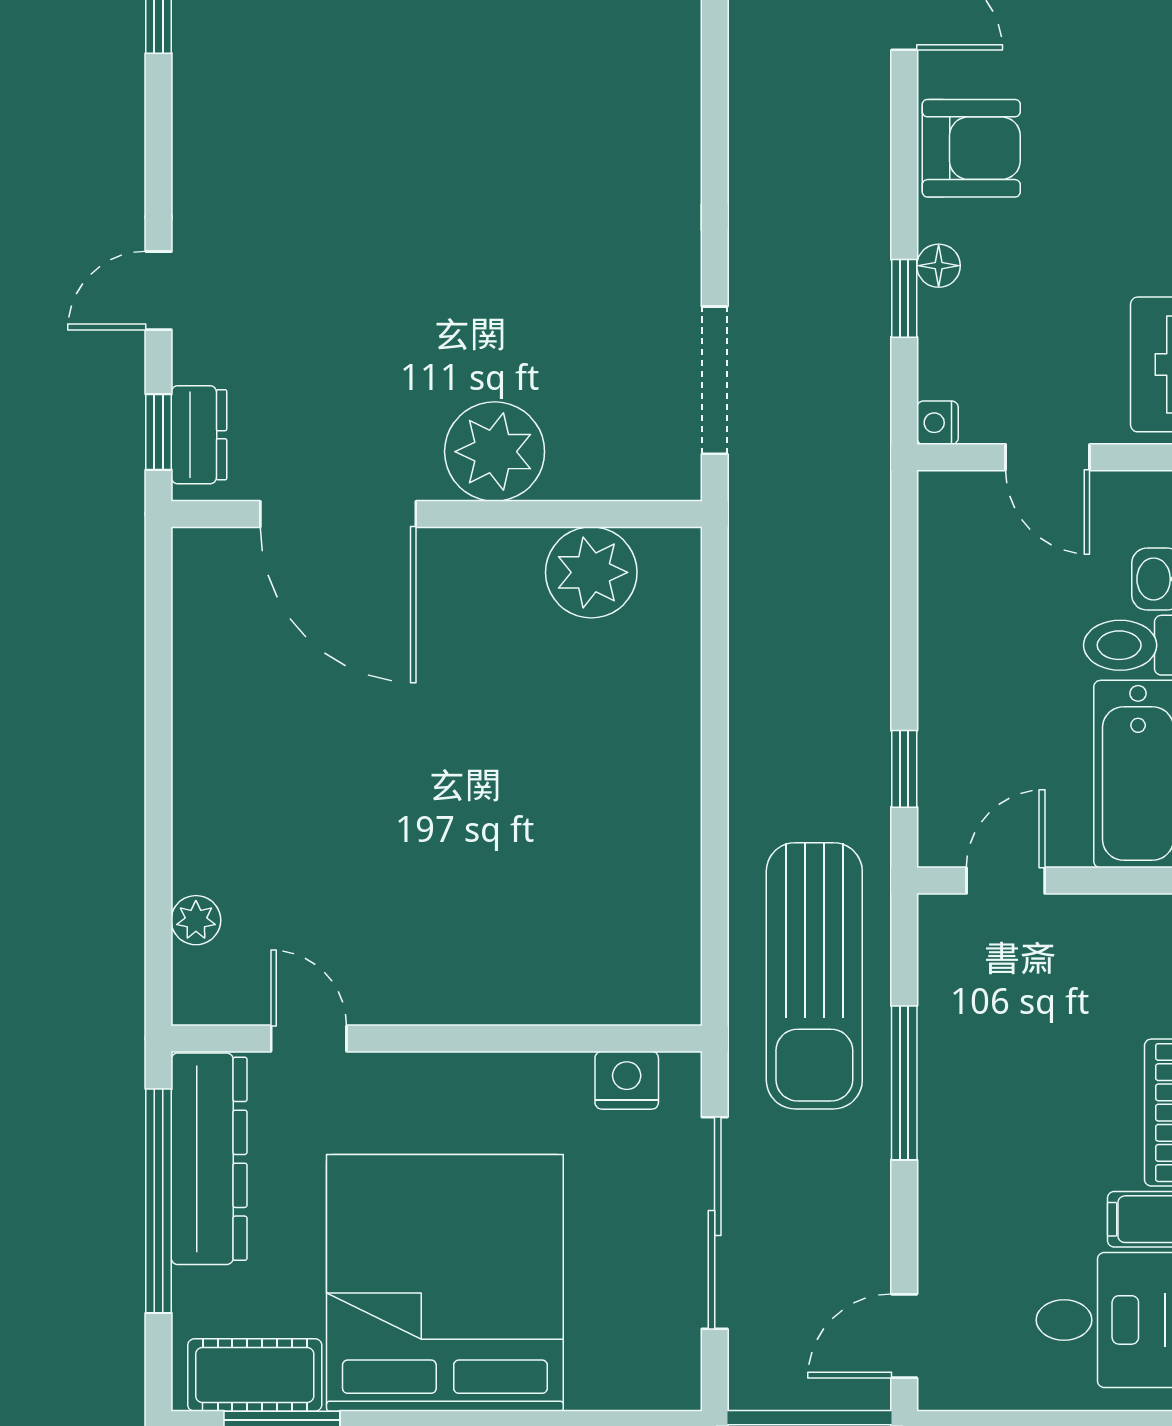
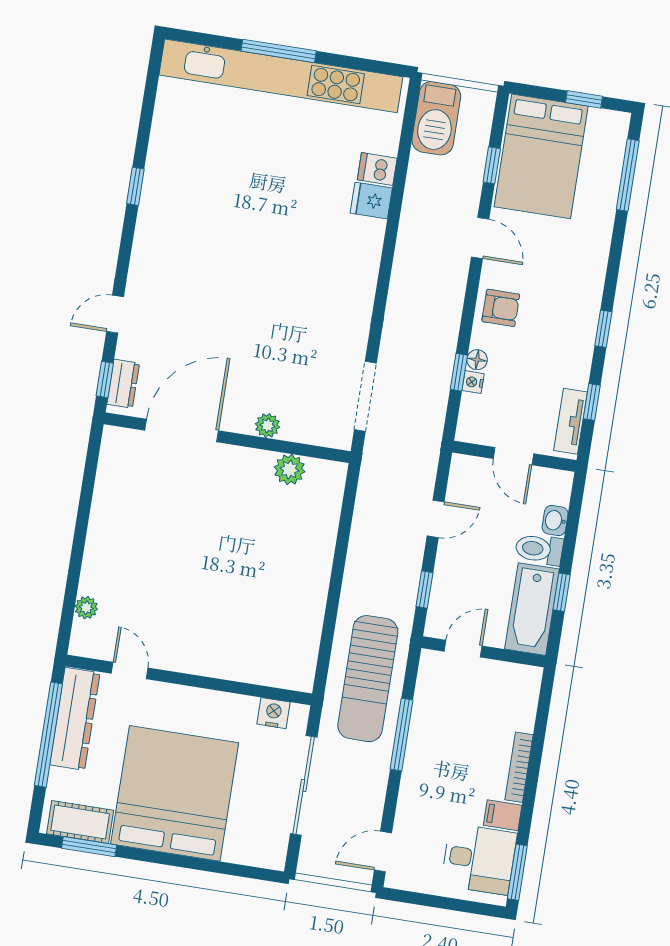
armchair: (971, 148) -> (501, 308), width x0.72, depth x0.72
nightstand: (938, 423) -> (473, 382), moved
plant: (495, 452) -> (268, 426), width x0.53, depth x0.53
door: (338, 514) -> (182, 431), swing flipped
plant: (591, 572) -> (290, 469), width x0.73, depth x0.73
door: (904, 616) -> (436, 519), added

